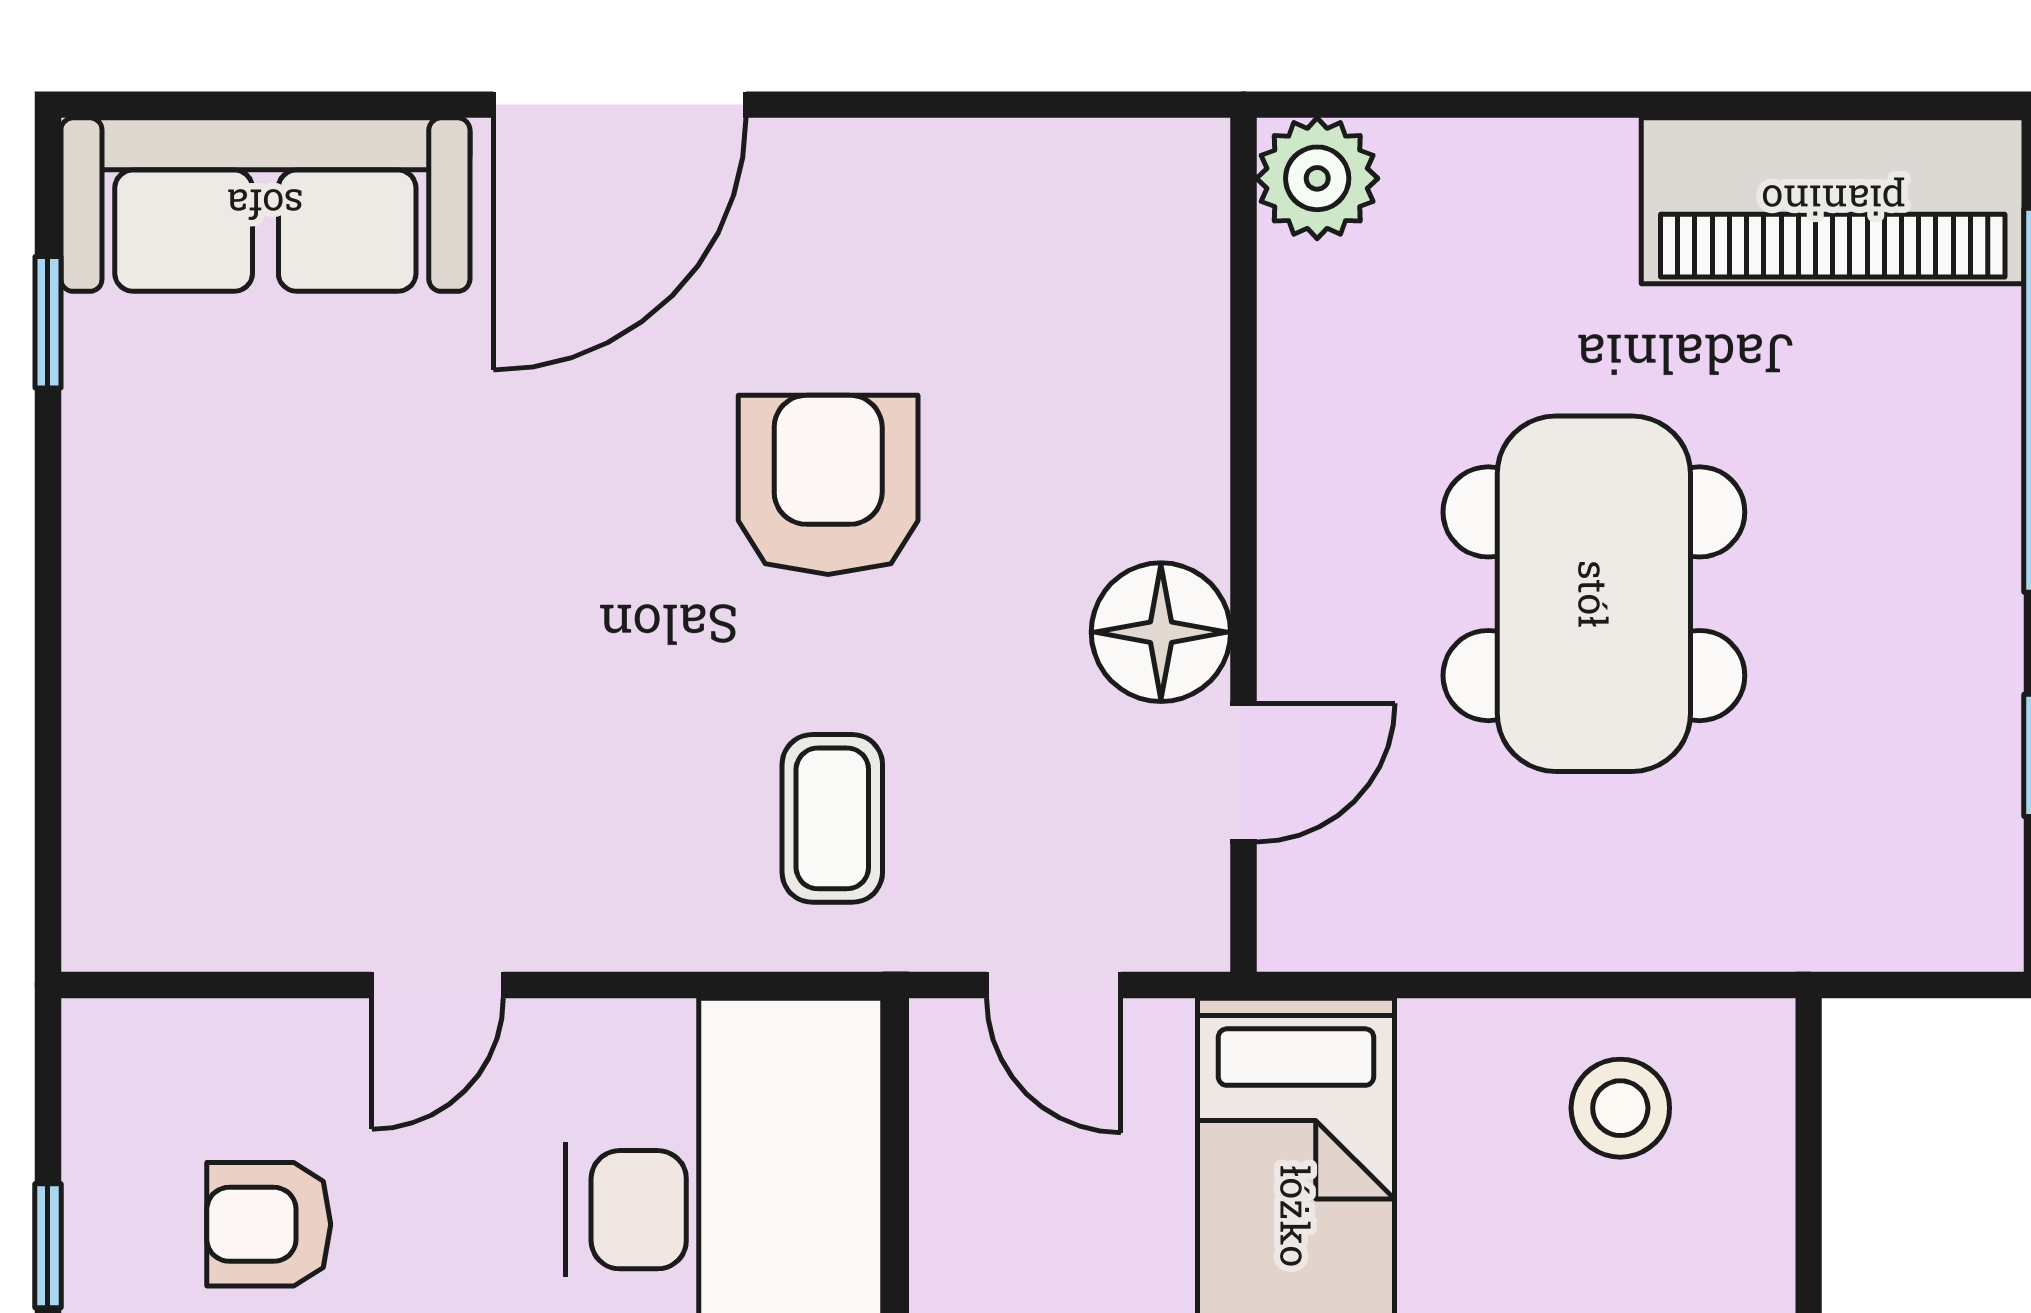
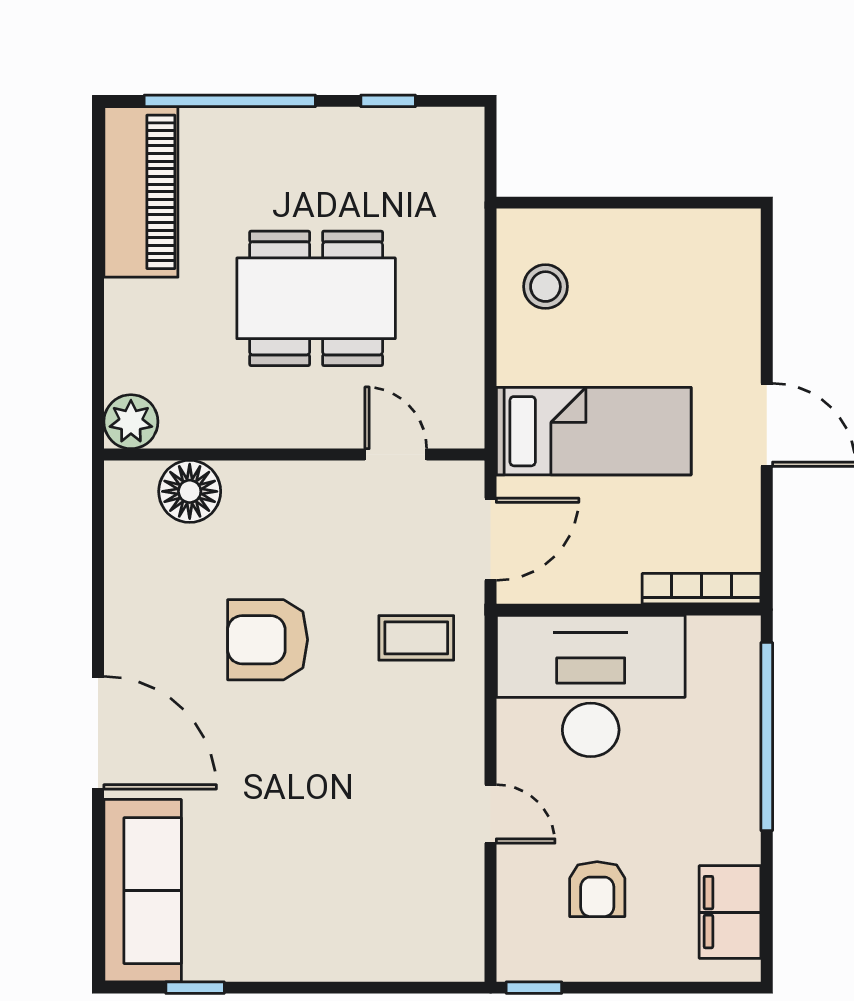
floor lamp: (1161, 632) -> (190, 491), moved
door: (1054, 985) -> (491, 539), width x1.38
window: (48, 1246) -> (534, 988), moved

